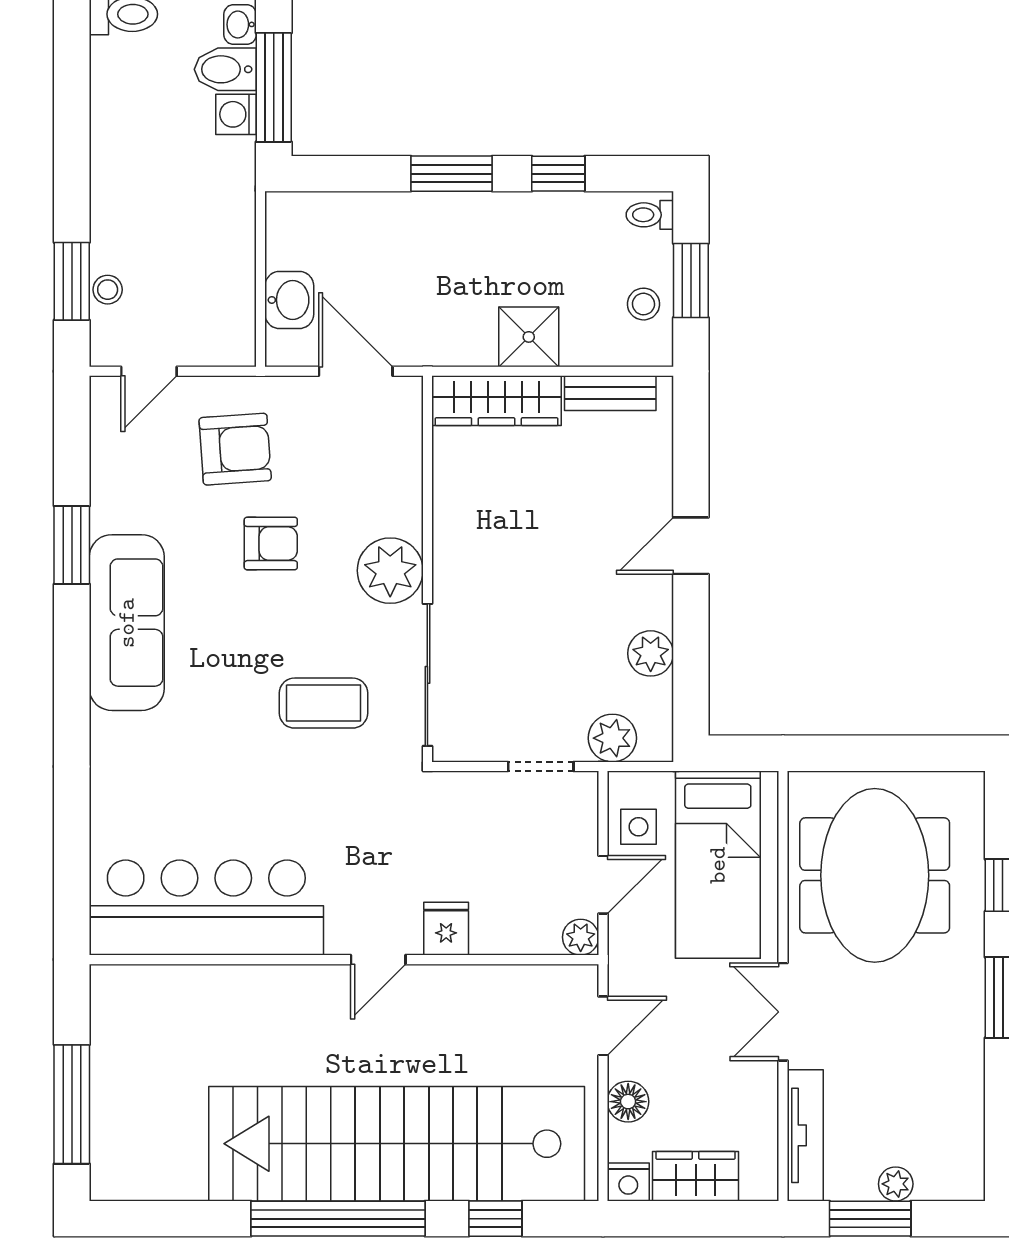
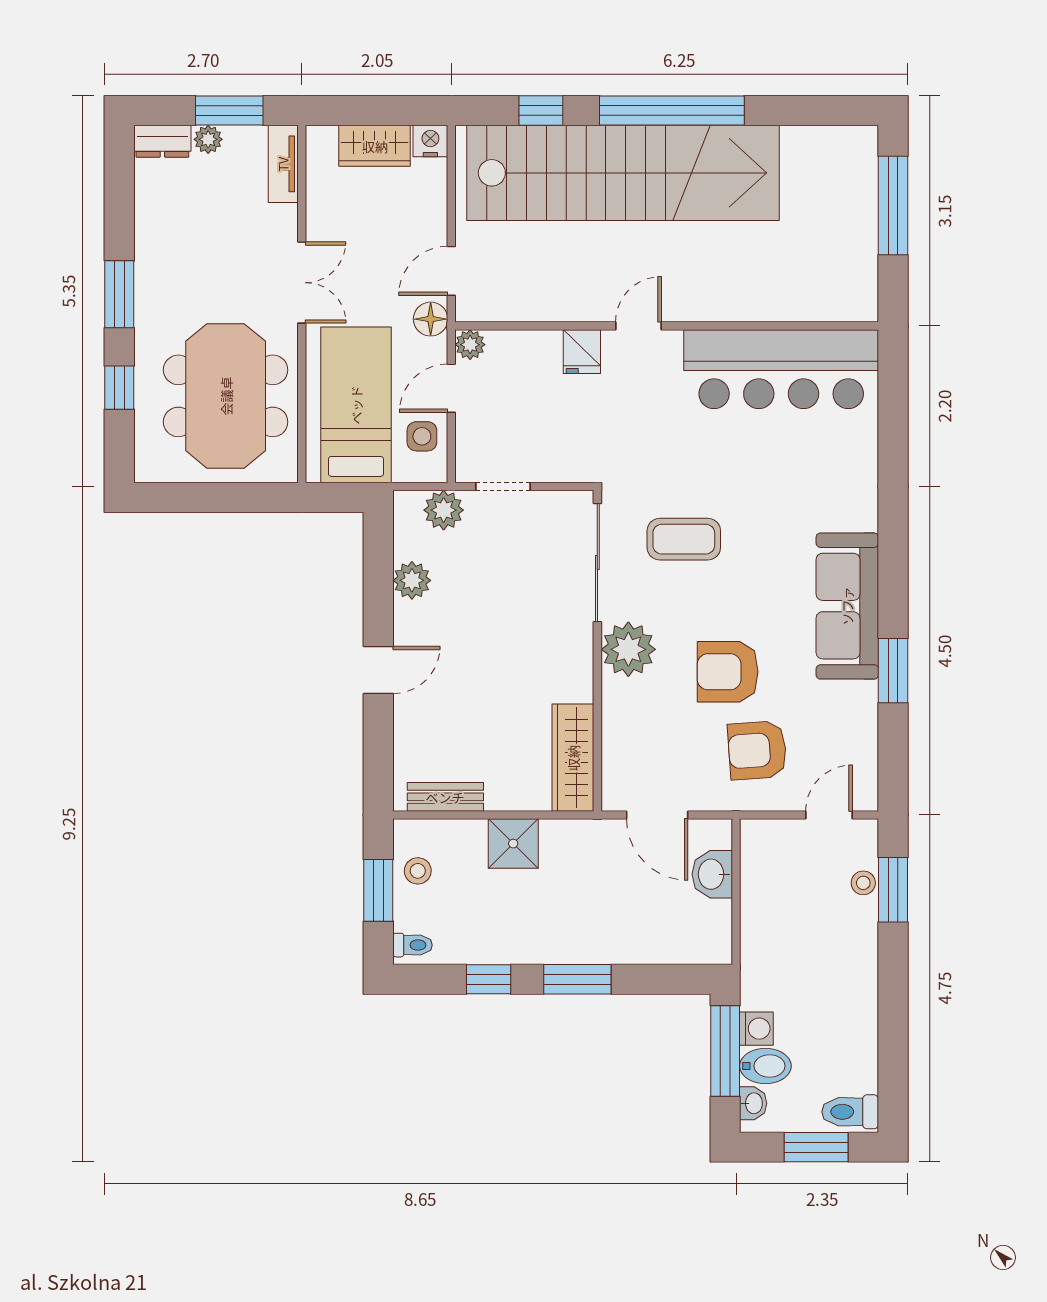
wardrobe: (496, 401) -> (573, 758), moved, turned -90
armchair: (271, 544) -> (728, 672), width x1.38, depth x1.38
floor lamp: (628, 1102) -> (431, 319), moved
tv unit: (805, 1135) -> (283, 164), width x0.71
dresser: (951, 1182) -> (162, 141), added

